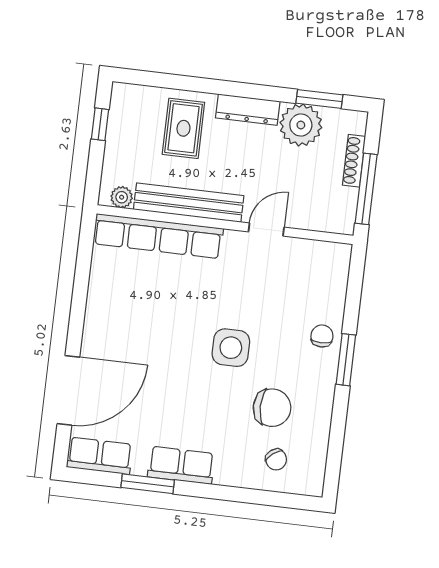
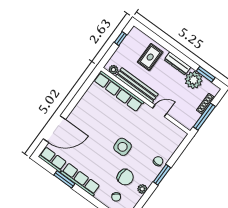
plant: (321, 413) -> (142, 189), added
row of seats: (181, 465) -> (80, 179), width x1.48

